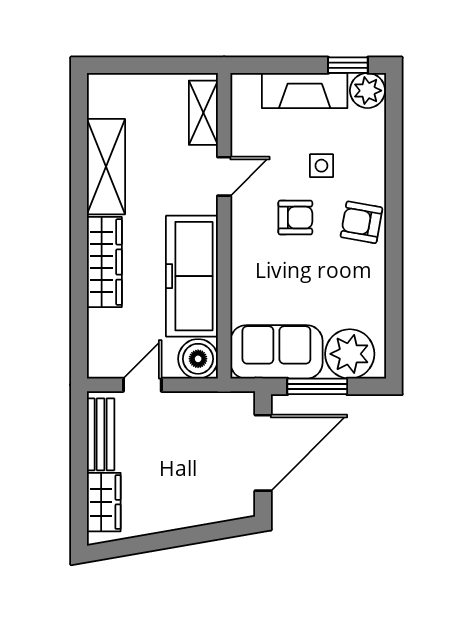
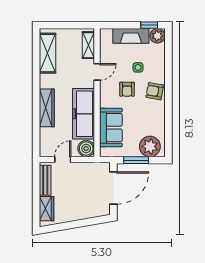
shelving: (106, 167) -> (47, 53), moved
armchair: (295, 218) -> (127, 89), turned 90
sofa: (276, 352) -> (111, 128), moved, turned 90

